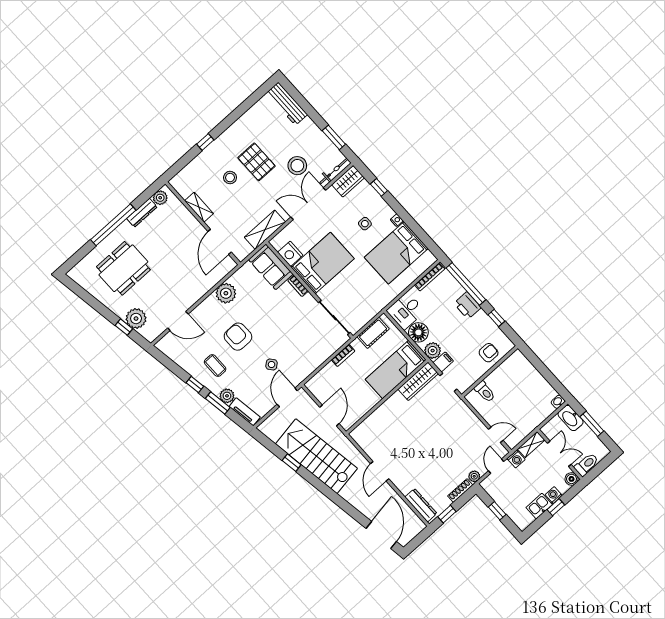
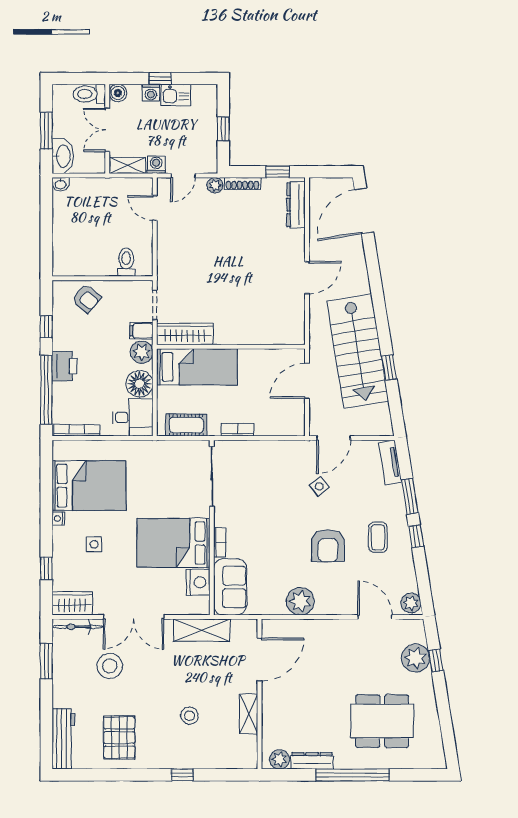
pallet: (256, 162) -> (119, 738), moved
armchair: (489, 353) -> (86, 298), turned -140
plant: (227, 396) -> (411, 603), moved

